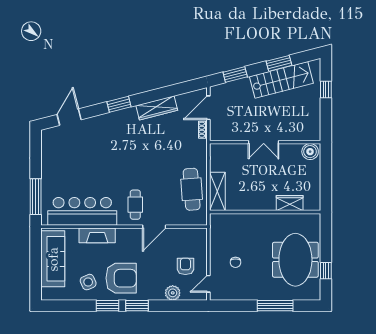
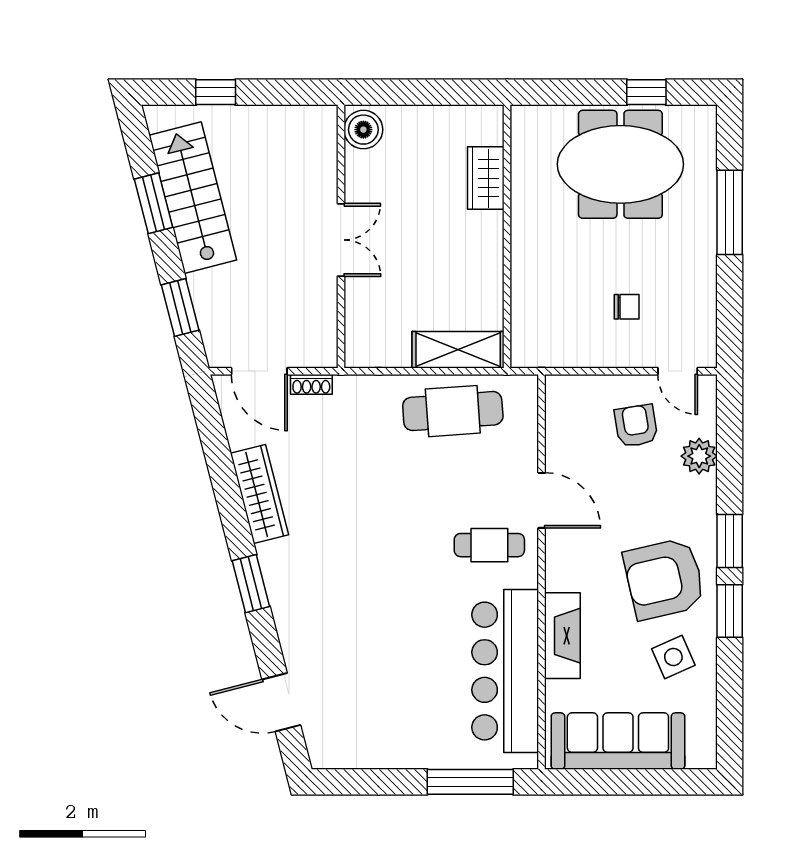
armchair: (185, 266) -> (636, 426), turned 81
armchair: (121, 278) -> (664, 579), turned -103

